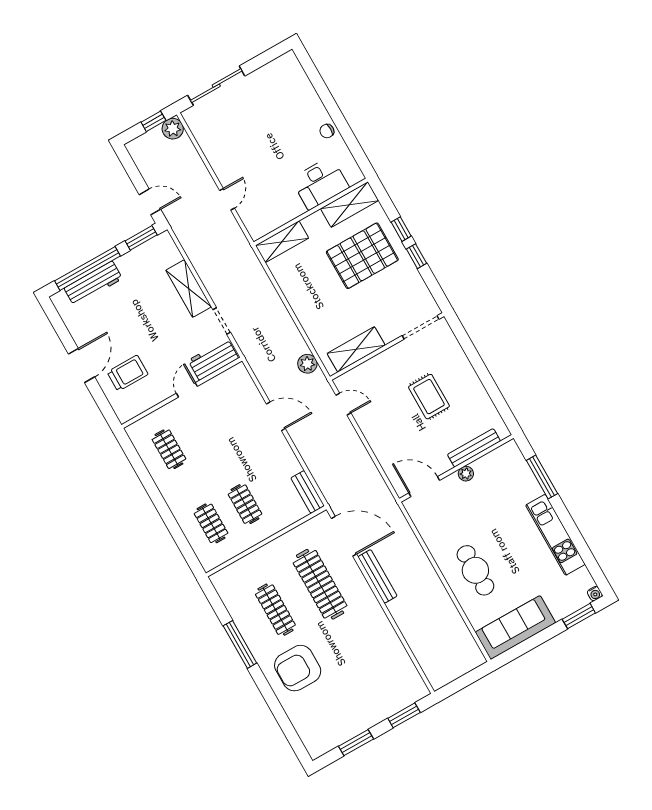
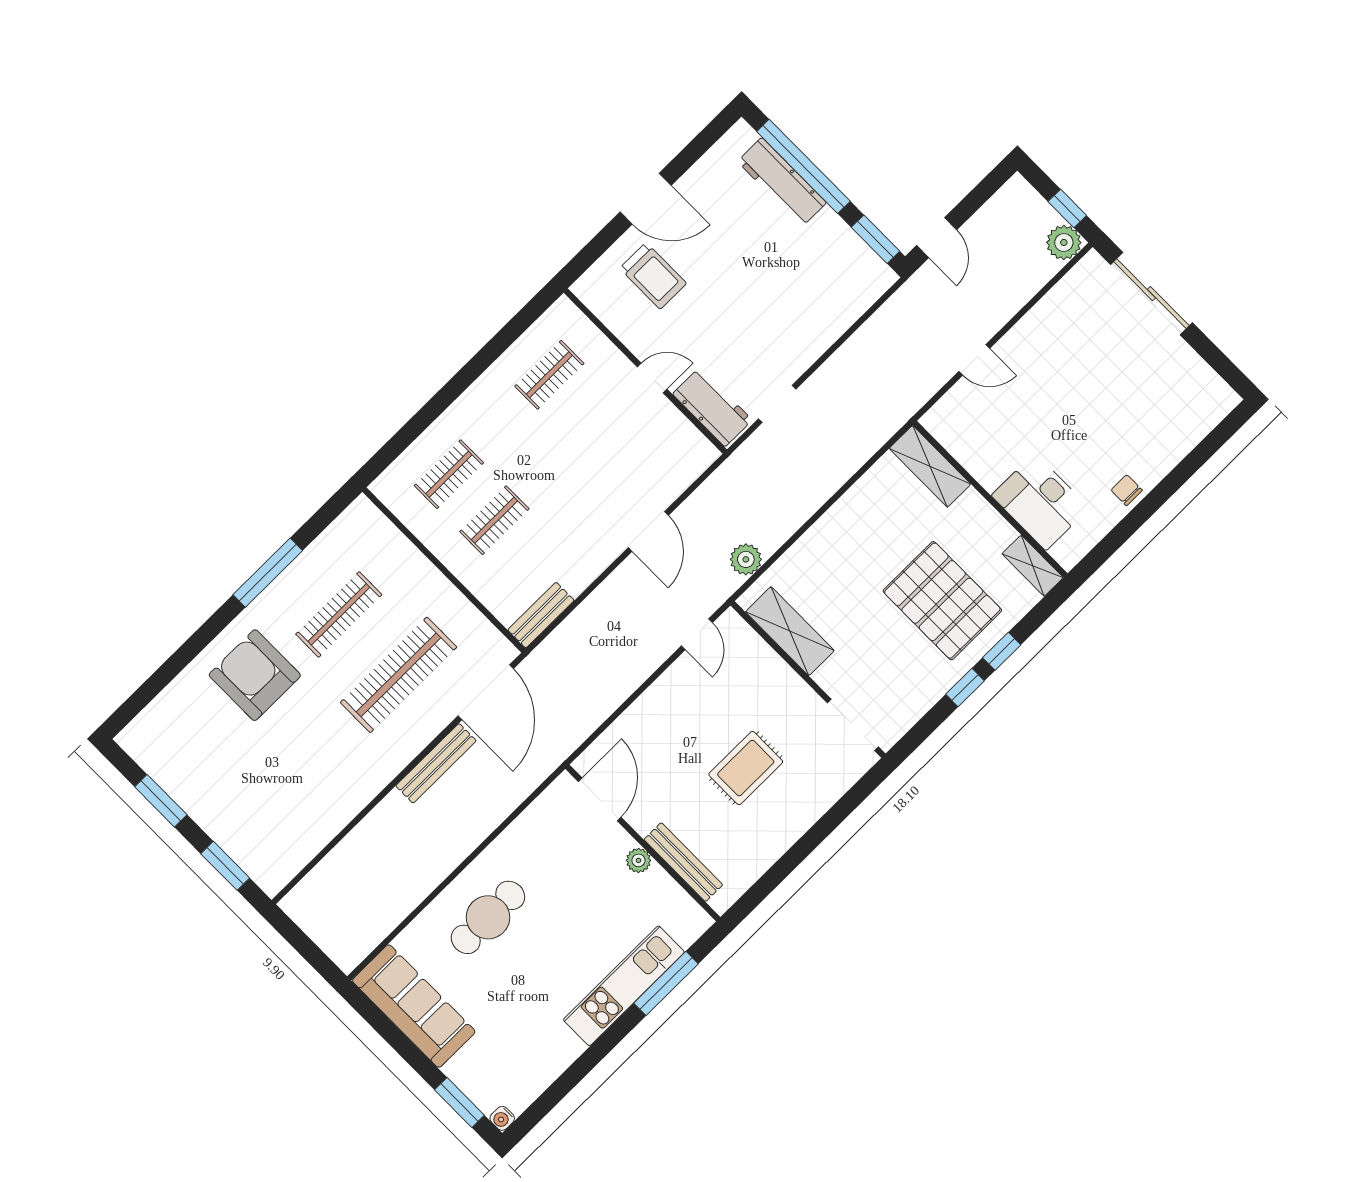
shelving: (350, 205) -> (1033, 566), width x0.67, depth x0.75
shelving: (189, 288) -> (815, 337), removed
kitchen unit: (555, 535) -> (624, 986), moved

